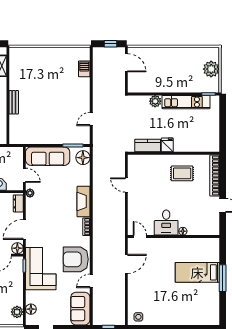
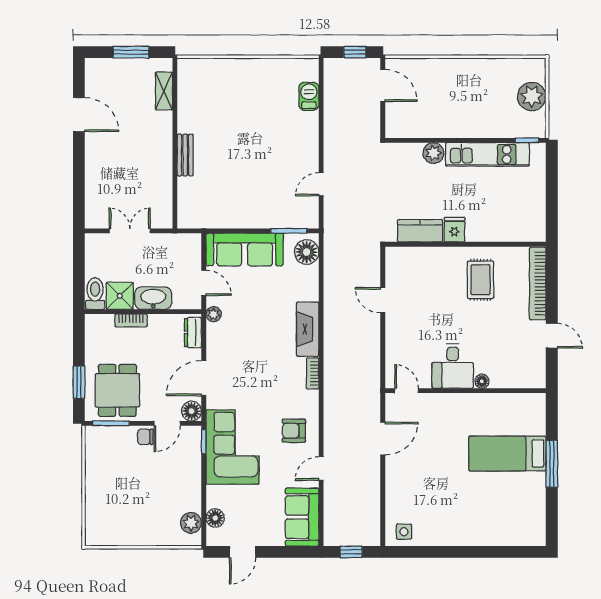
rug: (182, 173) -> (481, 280), turned 90
armchair: (76, 259) -> (294, 431), width x0.53, depth x0.53

